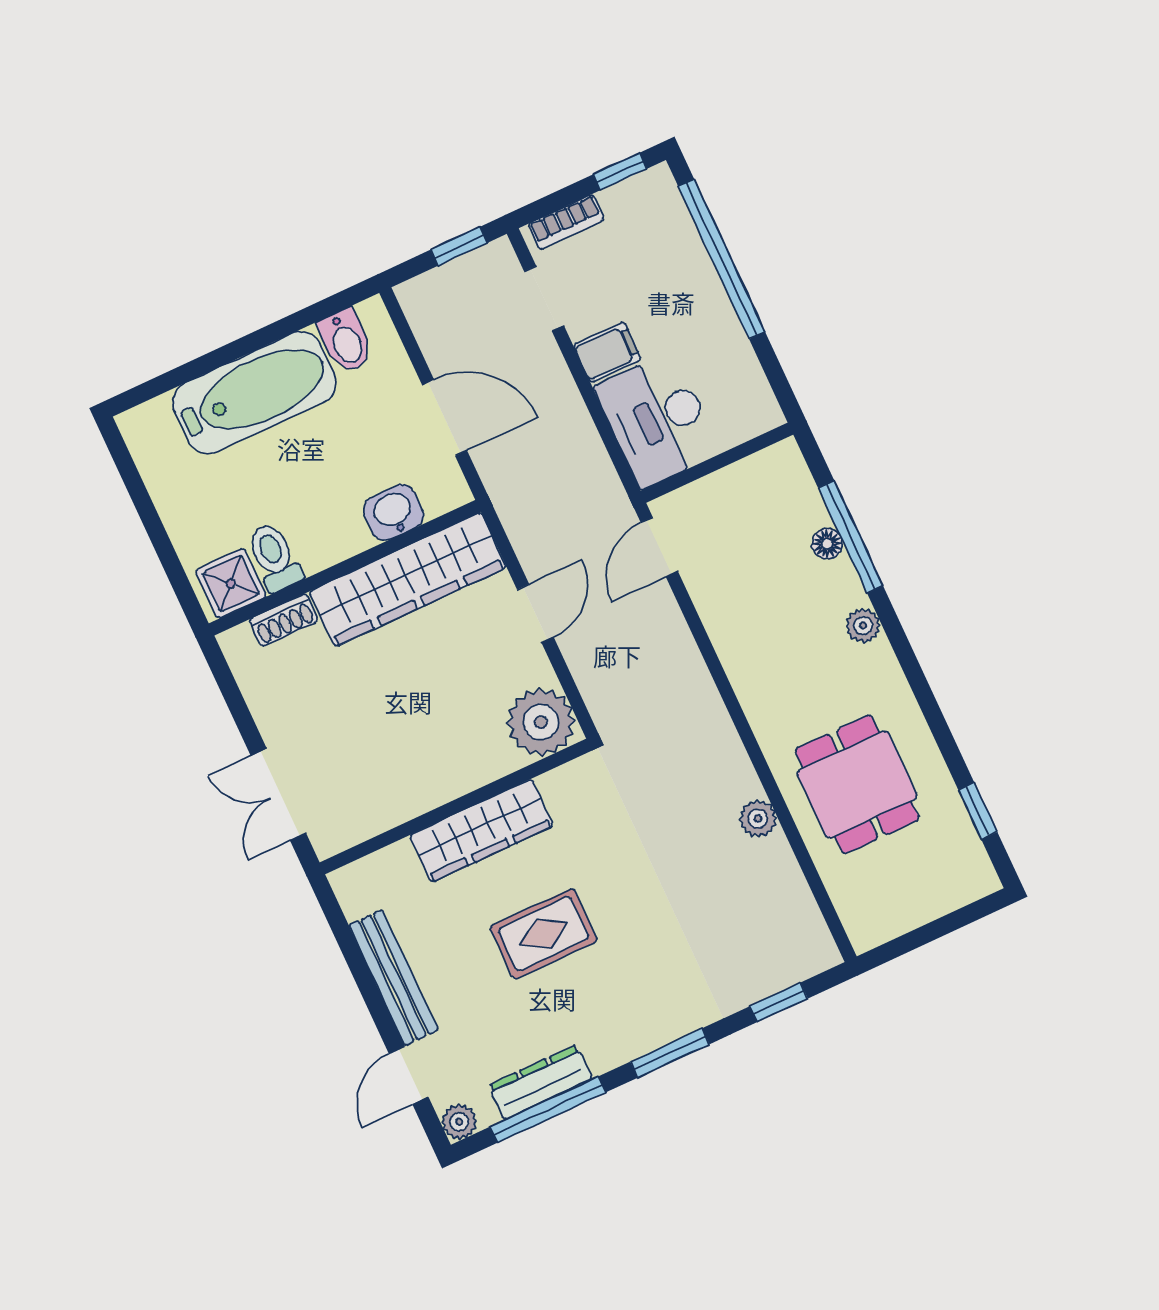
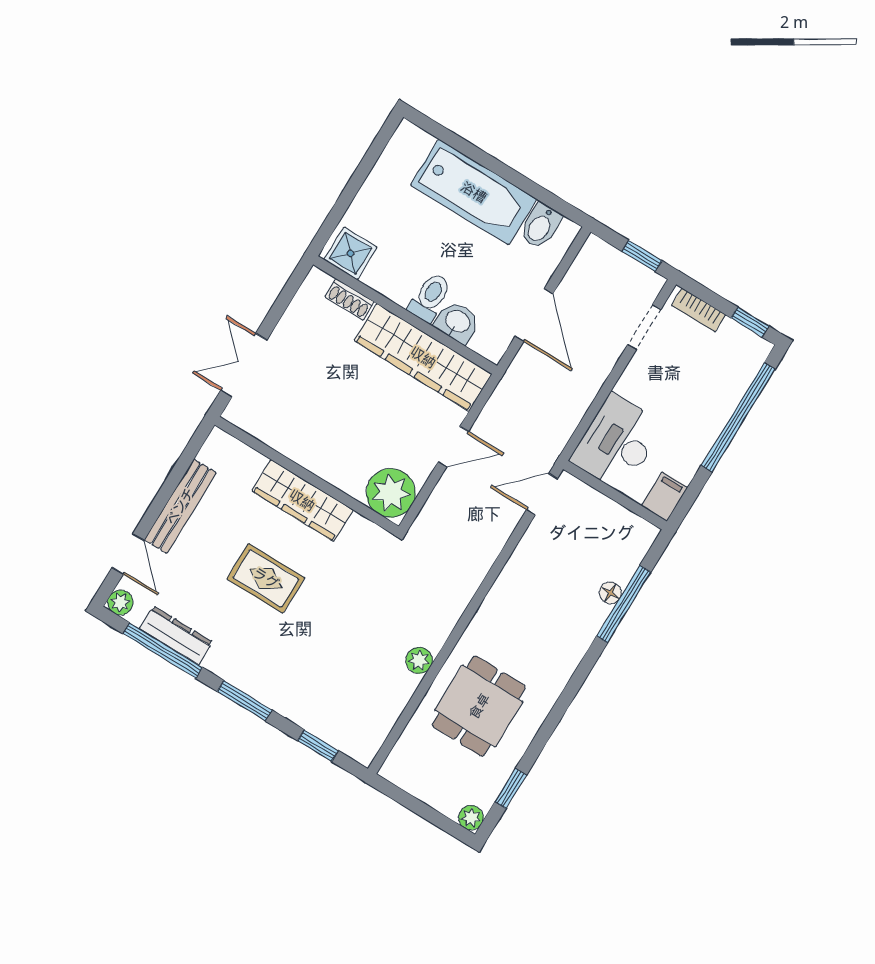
filing cabinet: (607, 352) -> (665, 496), moved, turned -90
toilet: (274, 557) -> (430, 297), moved
plant: (863, 626) -> (471, 818), moved
door: (409, 1075) -> (128, 554), swing flipped

